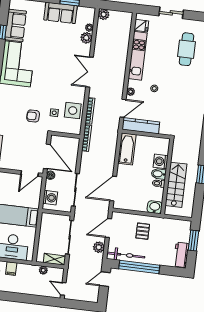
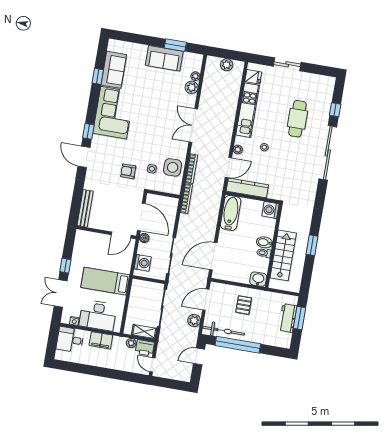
plant: (104, 14) -> (227, 65), moved
cafe table: (186, 49) -> (297, 119), moved
washing machine: (161, 161) -> (270, 210), moved
workbench: (181, 255) -> (288, 318), moved
filing cabinet: (11, 269) -> (101, 340), width x2.00
printer: (56, 274) -> (145, 348), added

